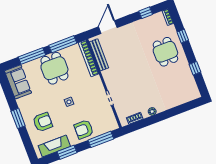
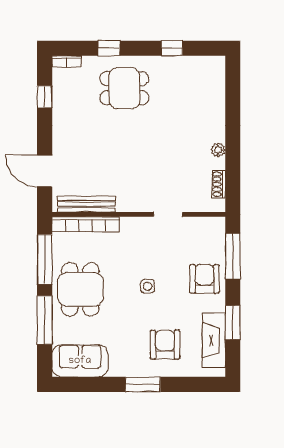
dining table: (54, 68) -> (80, 289), turned 90
armchair: (84, 129) -> (204, 279), turned 180

